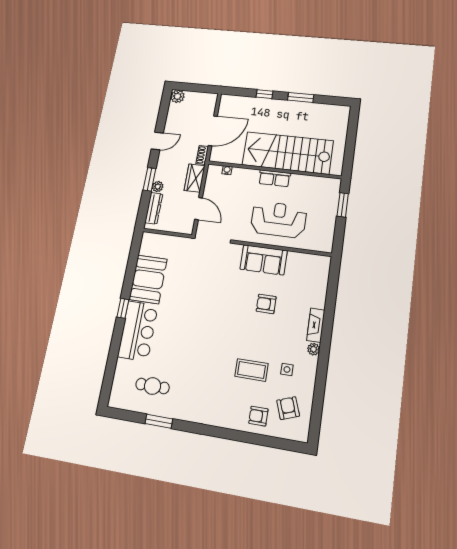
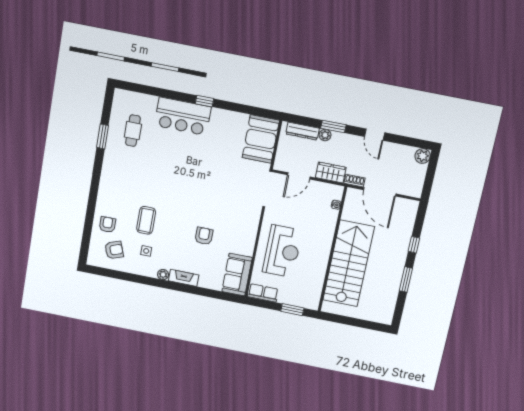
row of seats: (274, 178) -> (263, 293), moved, turned 90
sofa: (264, 260) -> (237, 275), moved
booth: (148, 279) -> (261, 139), moved, turned 90

